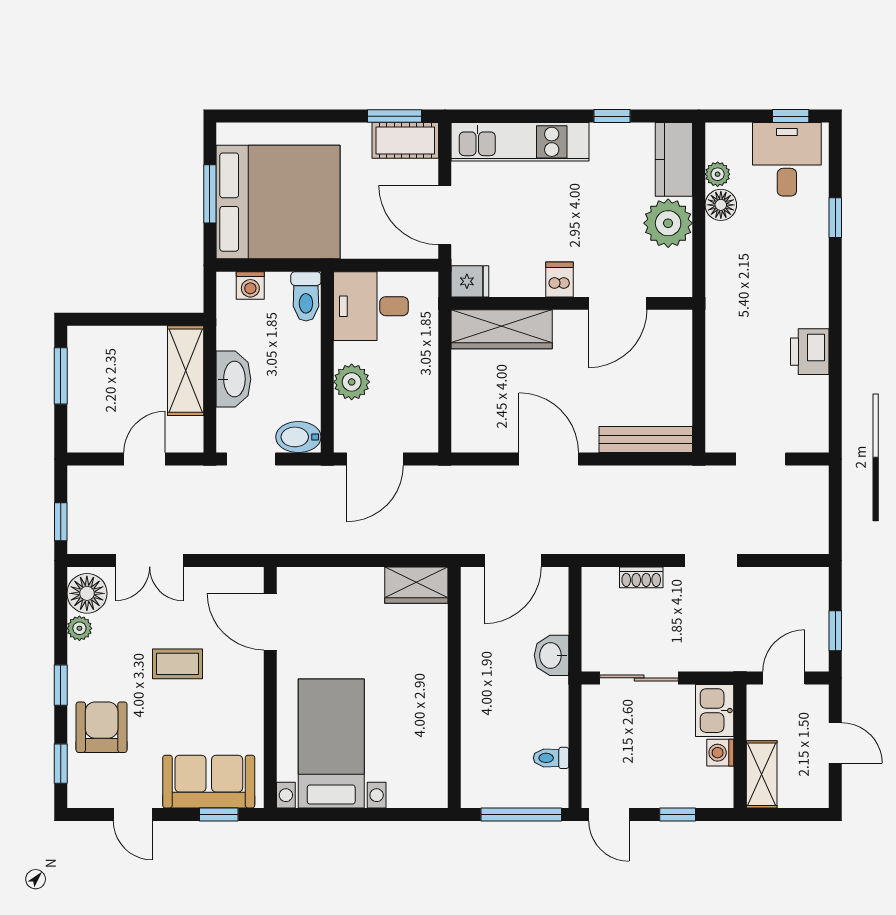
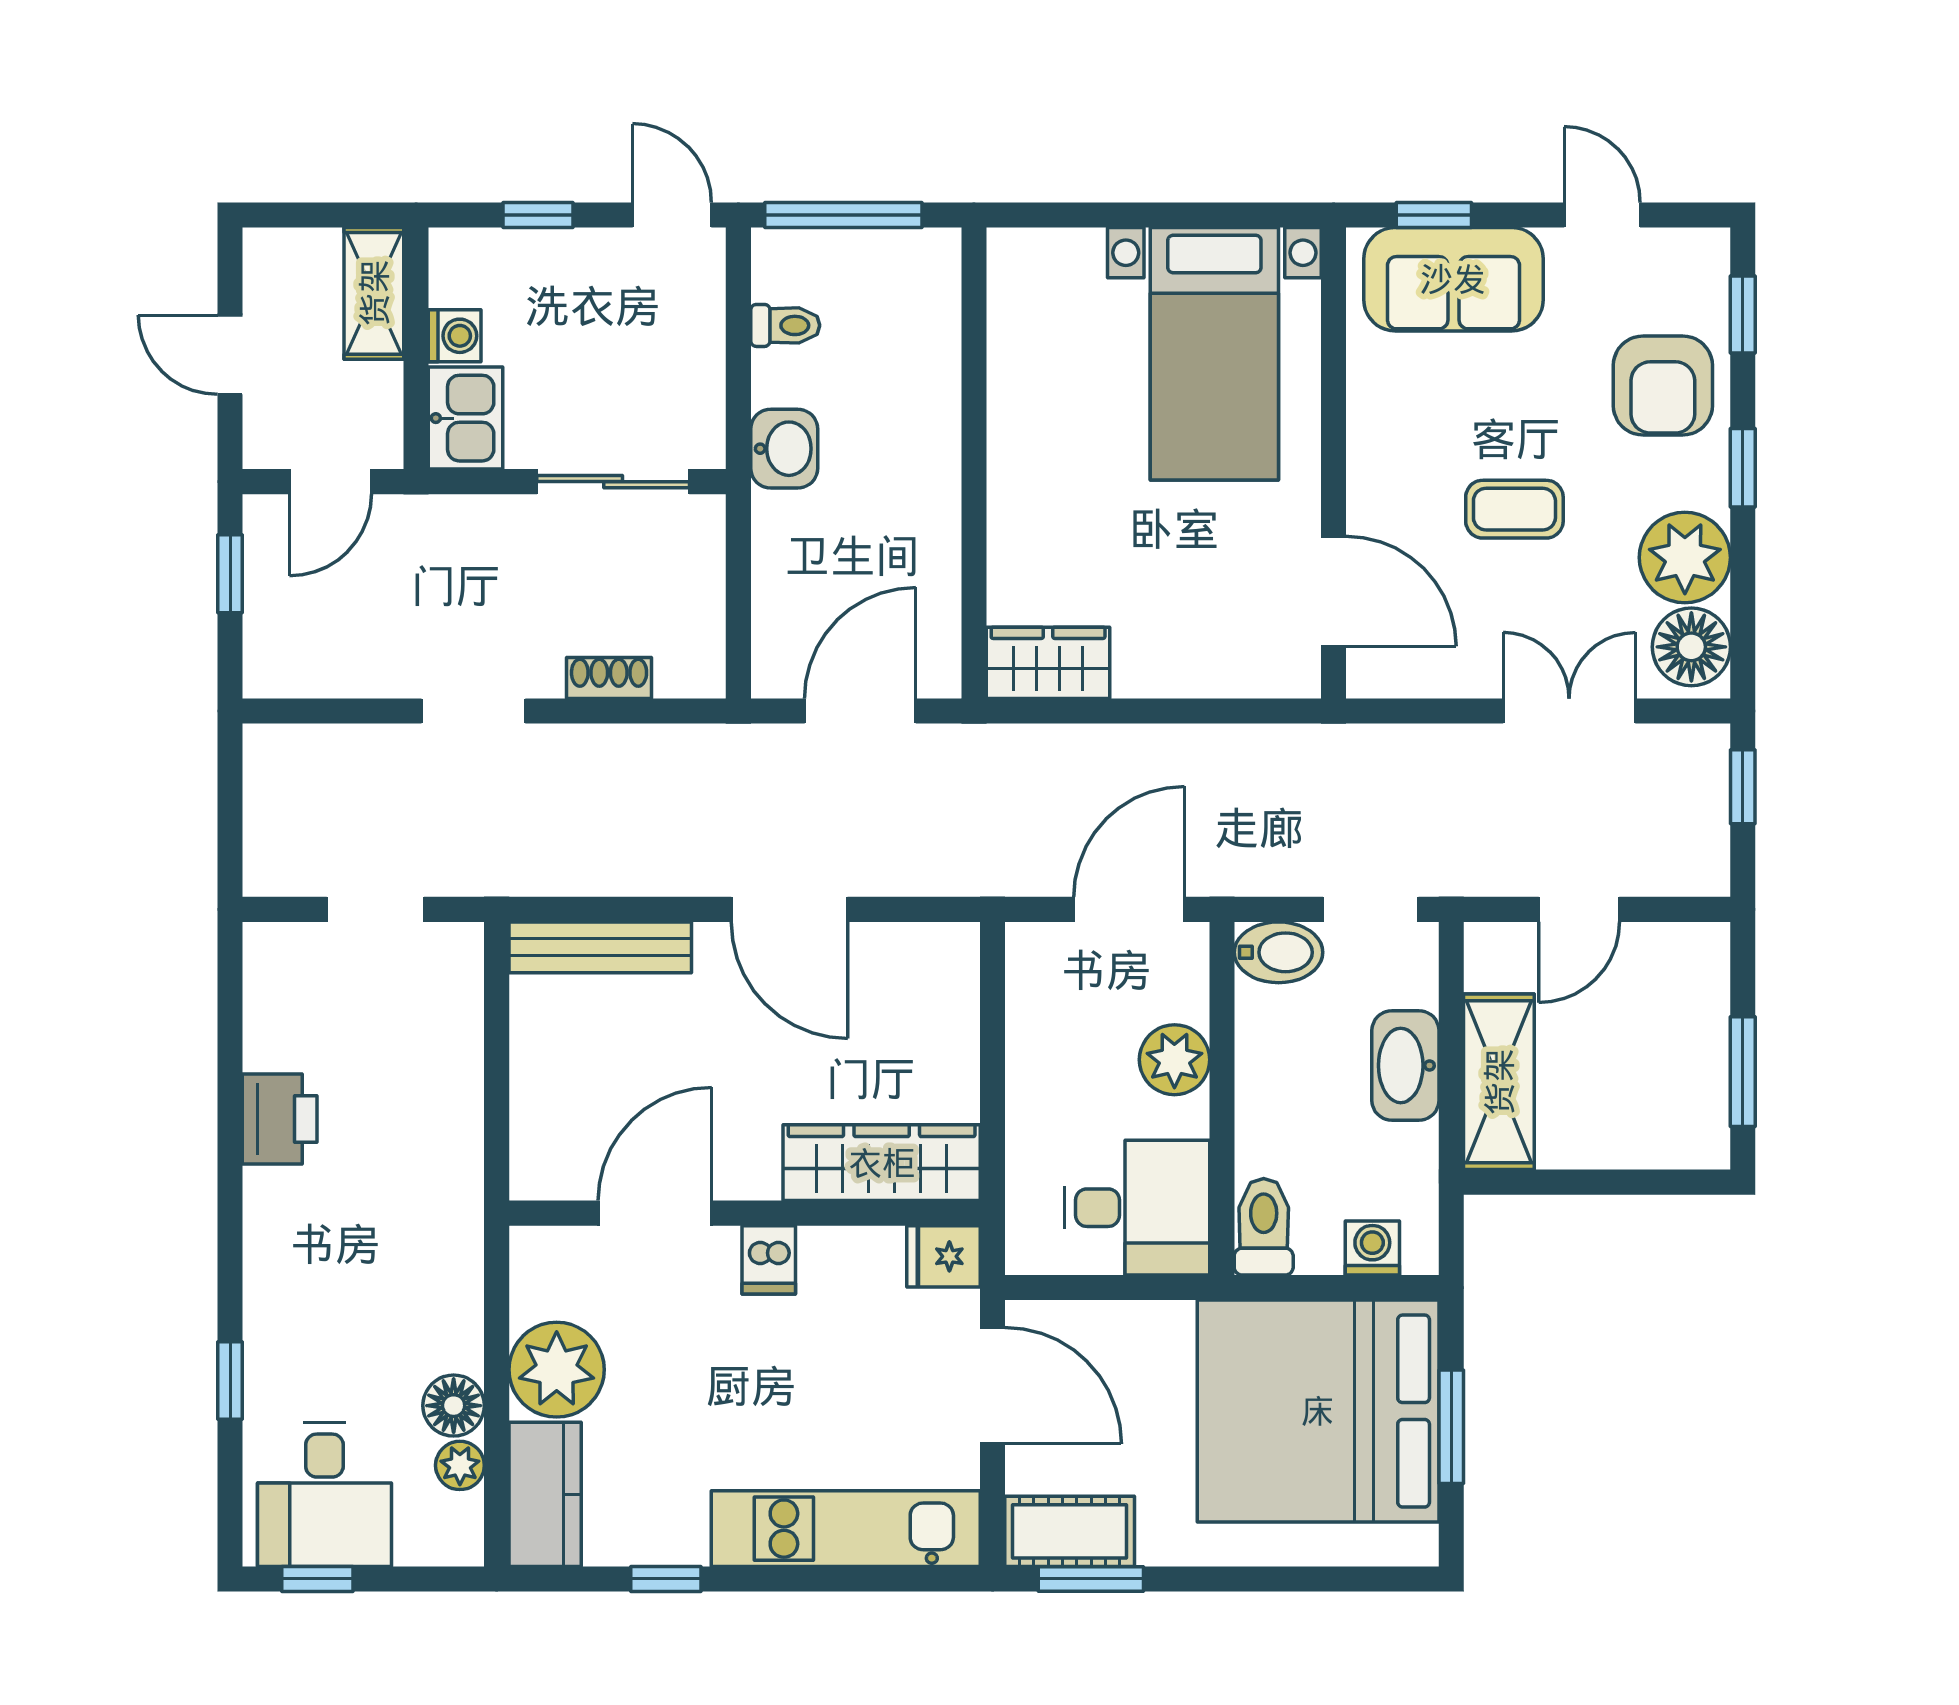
plant: (79, 628) -> (1685, 558), width x1.88, depth x1.88
washbasin: (551, 655) -> (784, 449), moved

